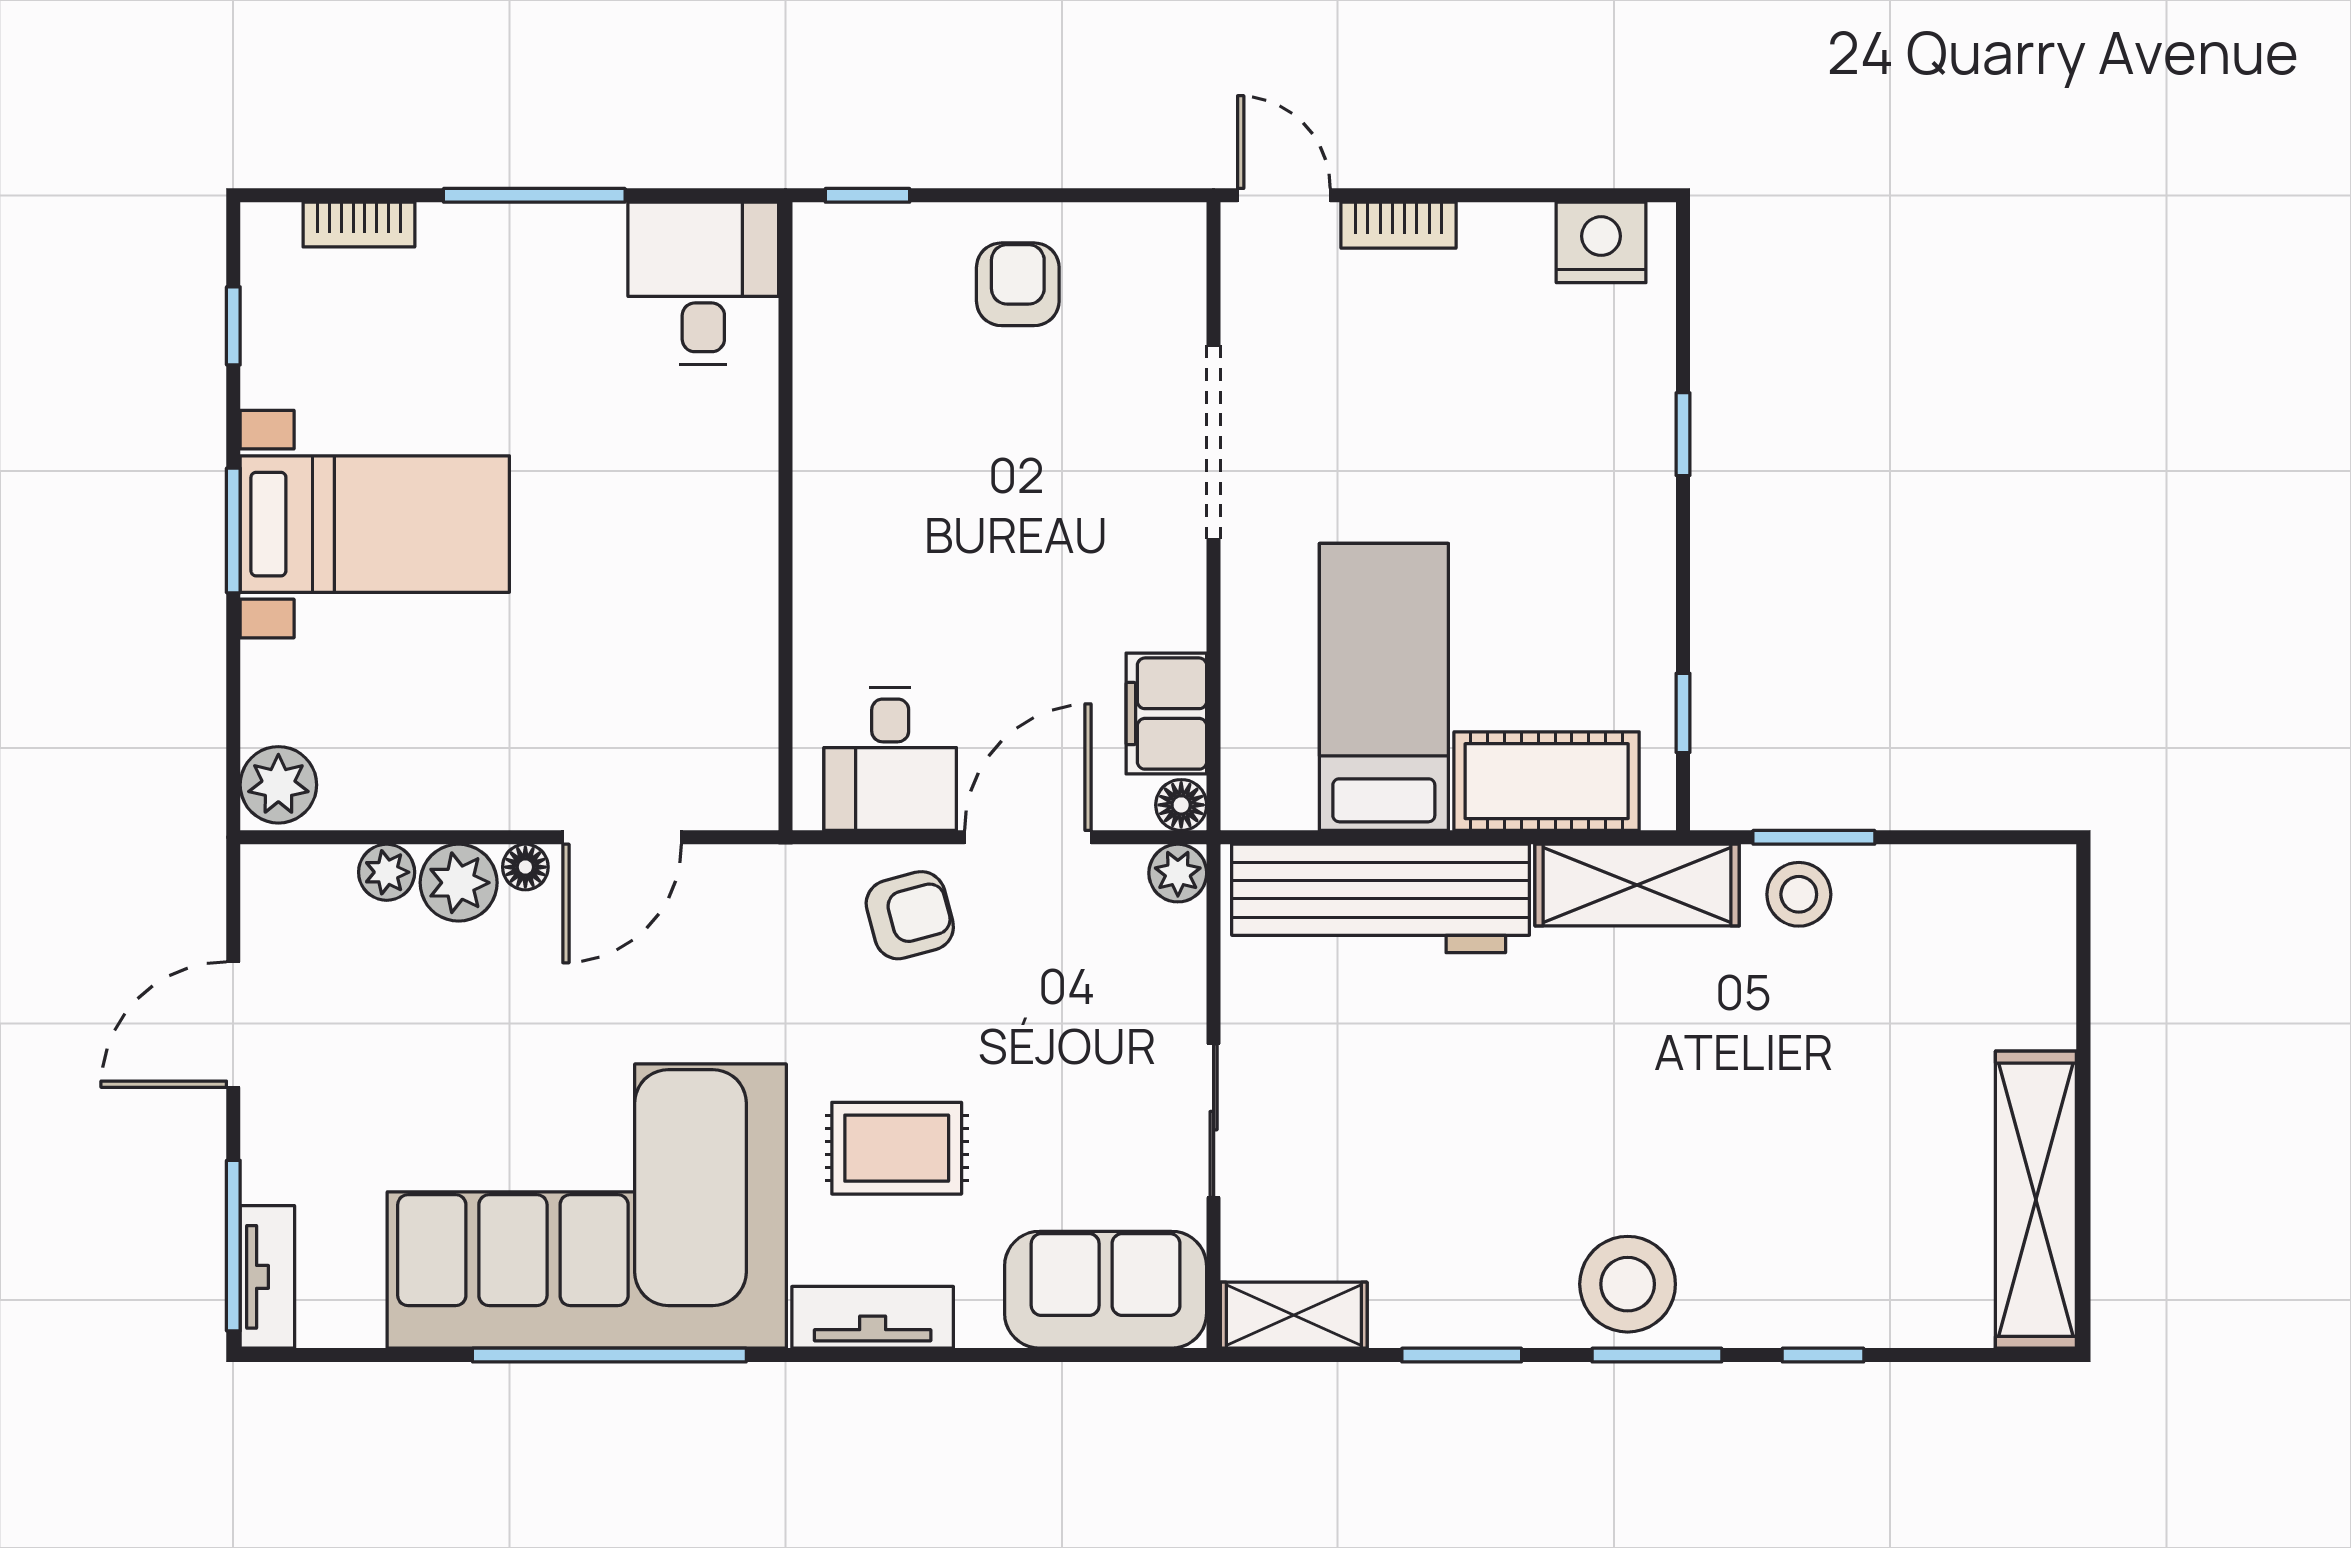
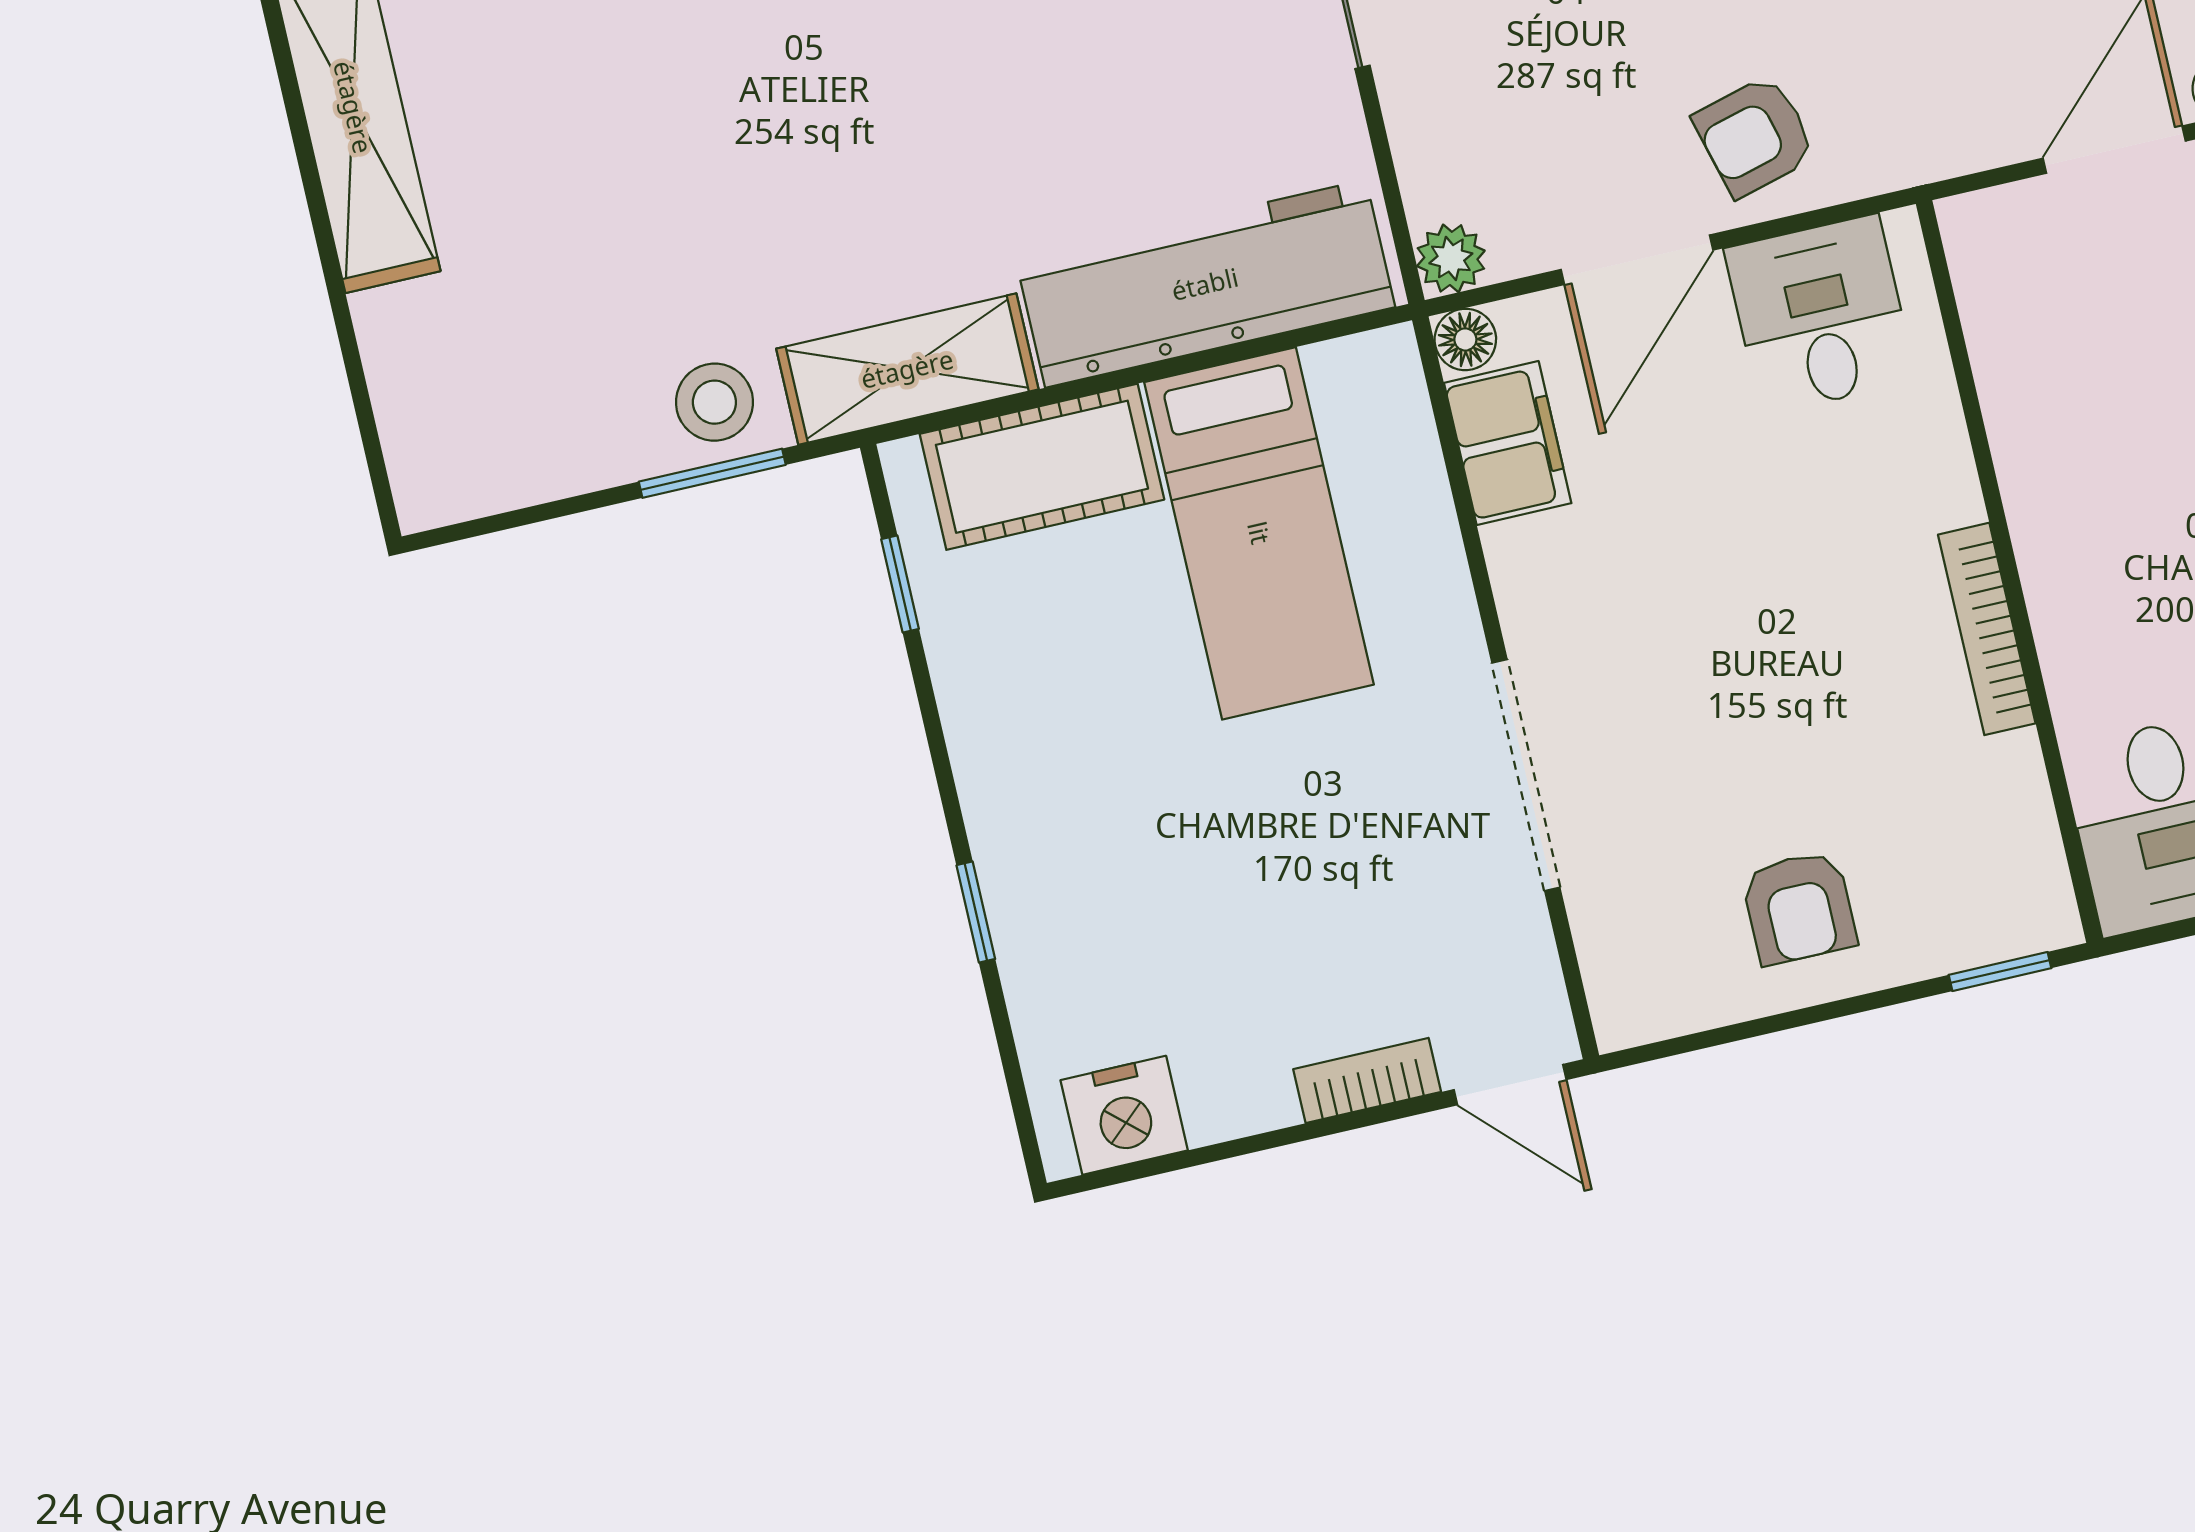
bookcase: (814, 474) -> (1987, 629), added

